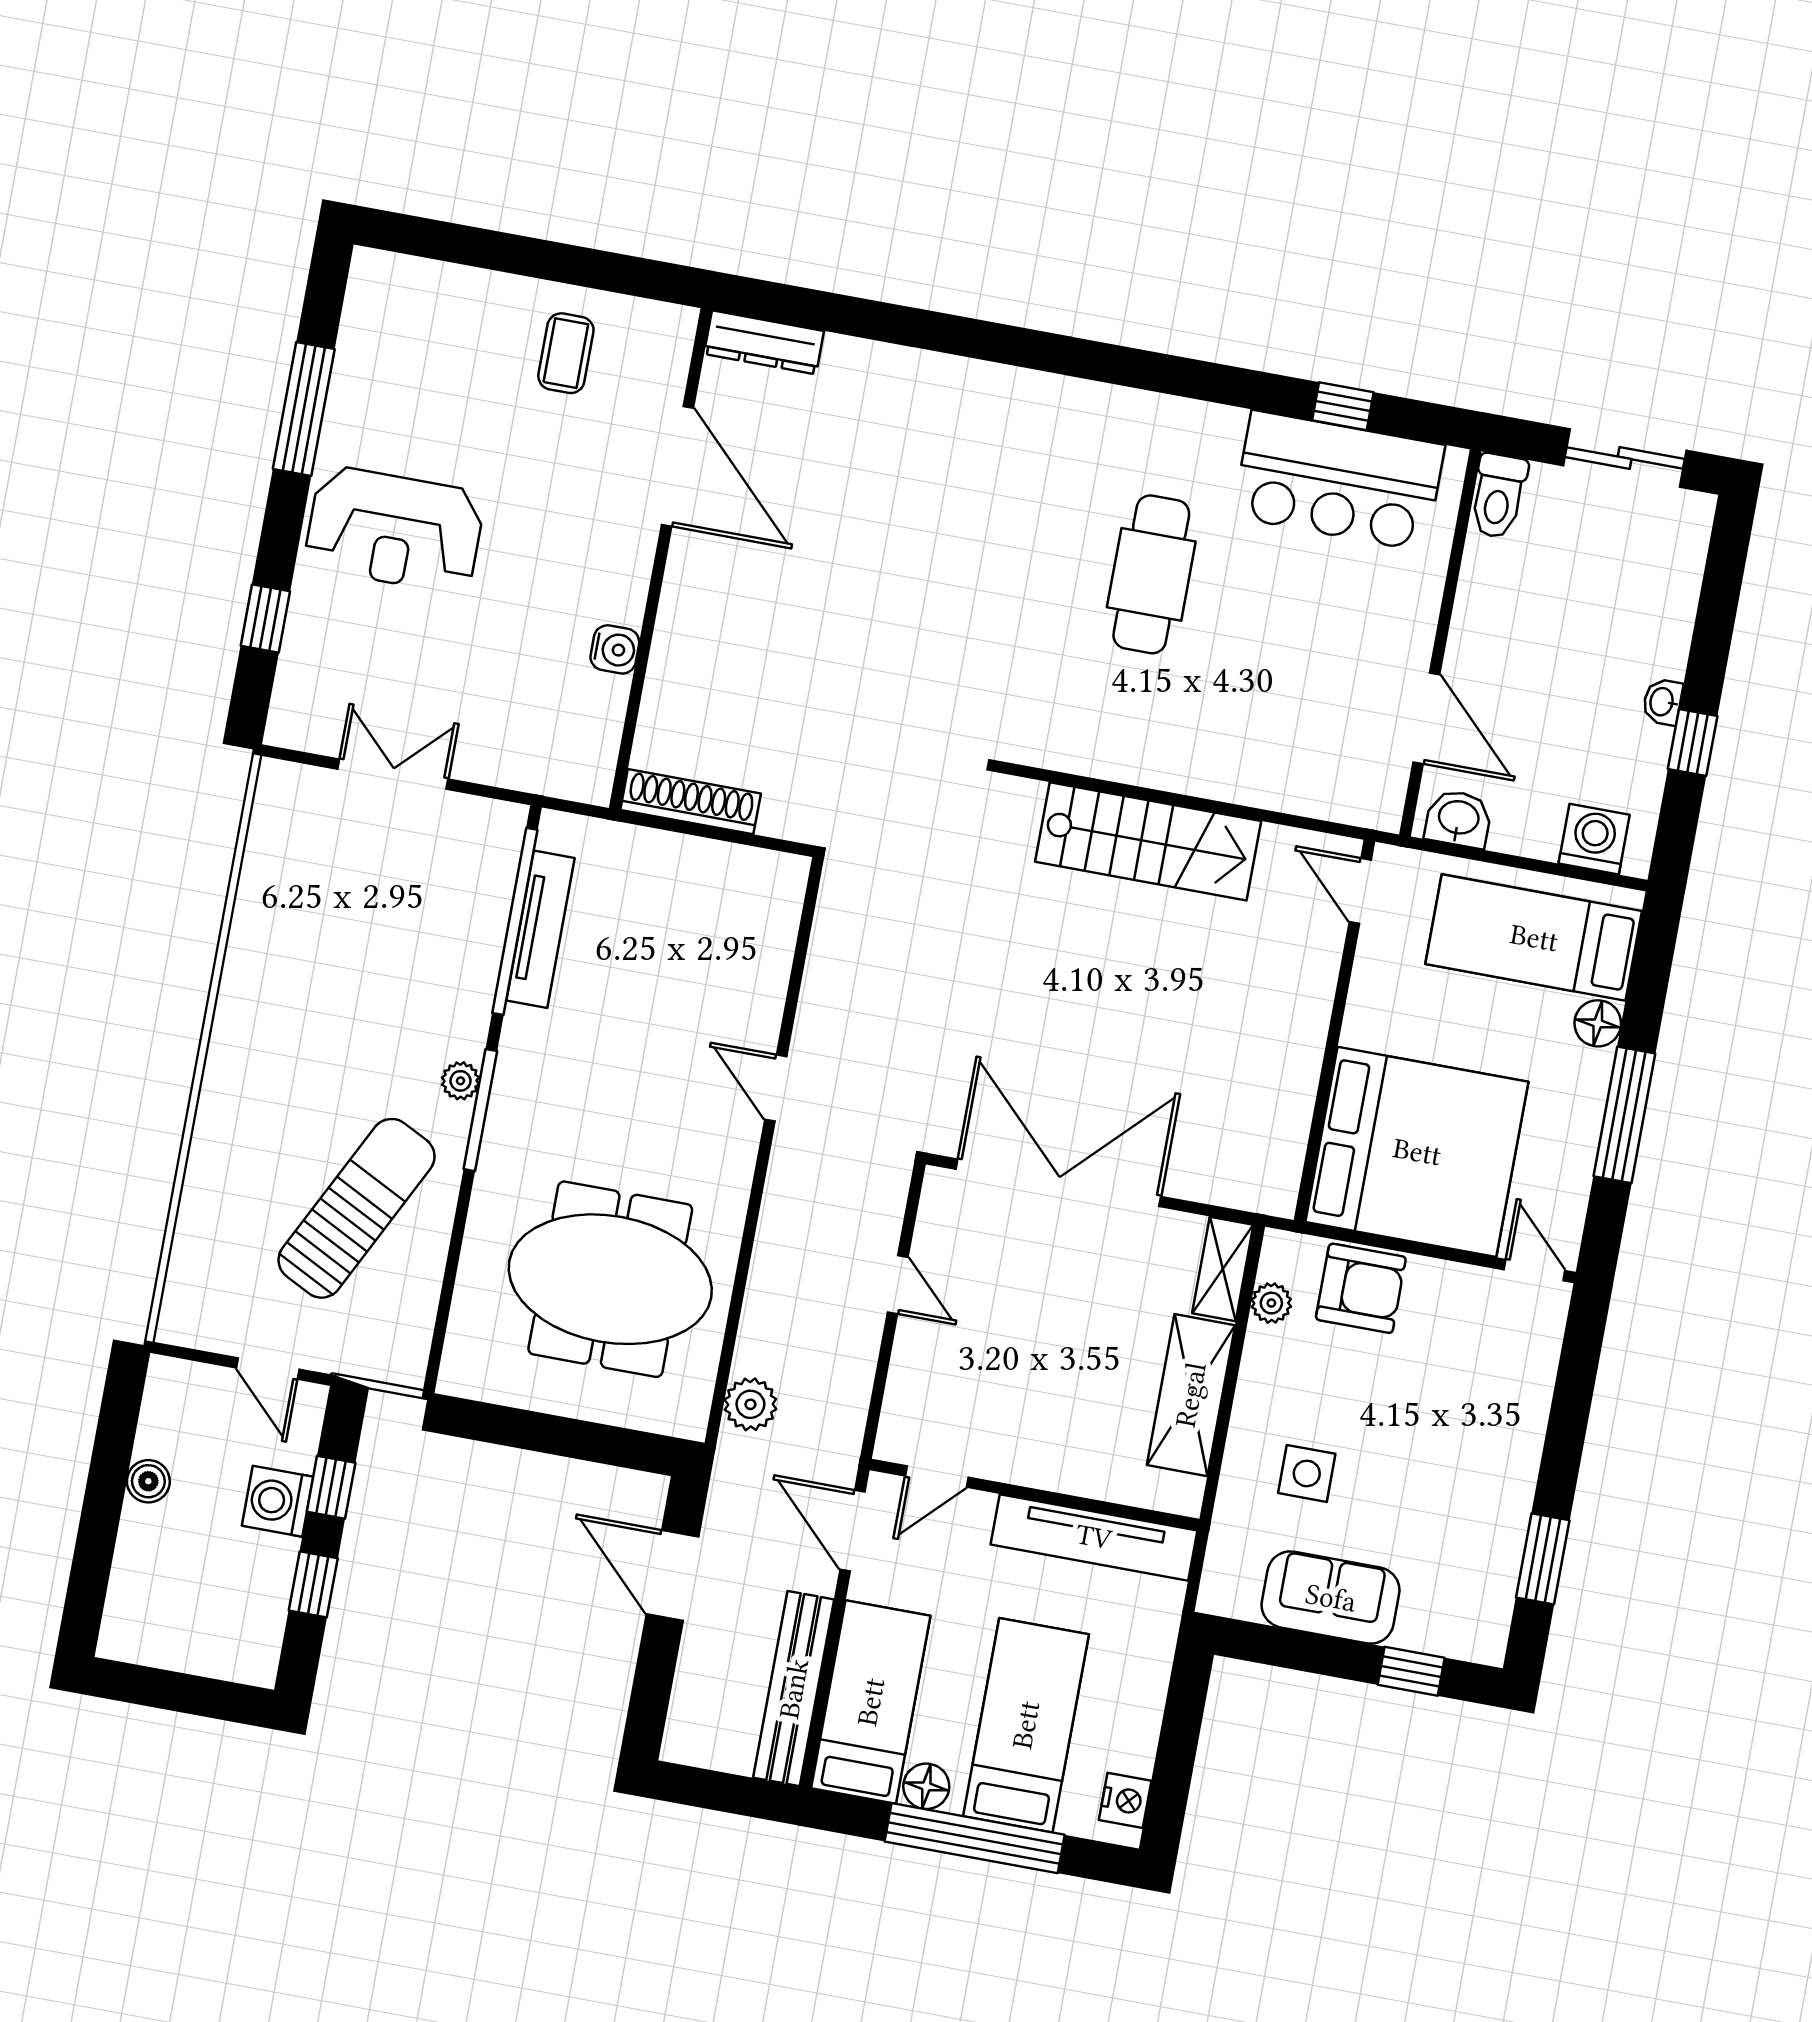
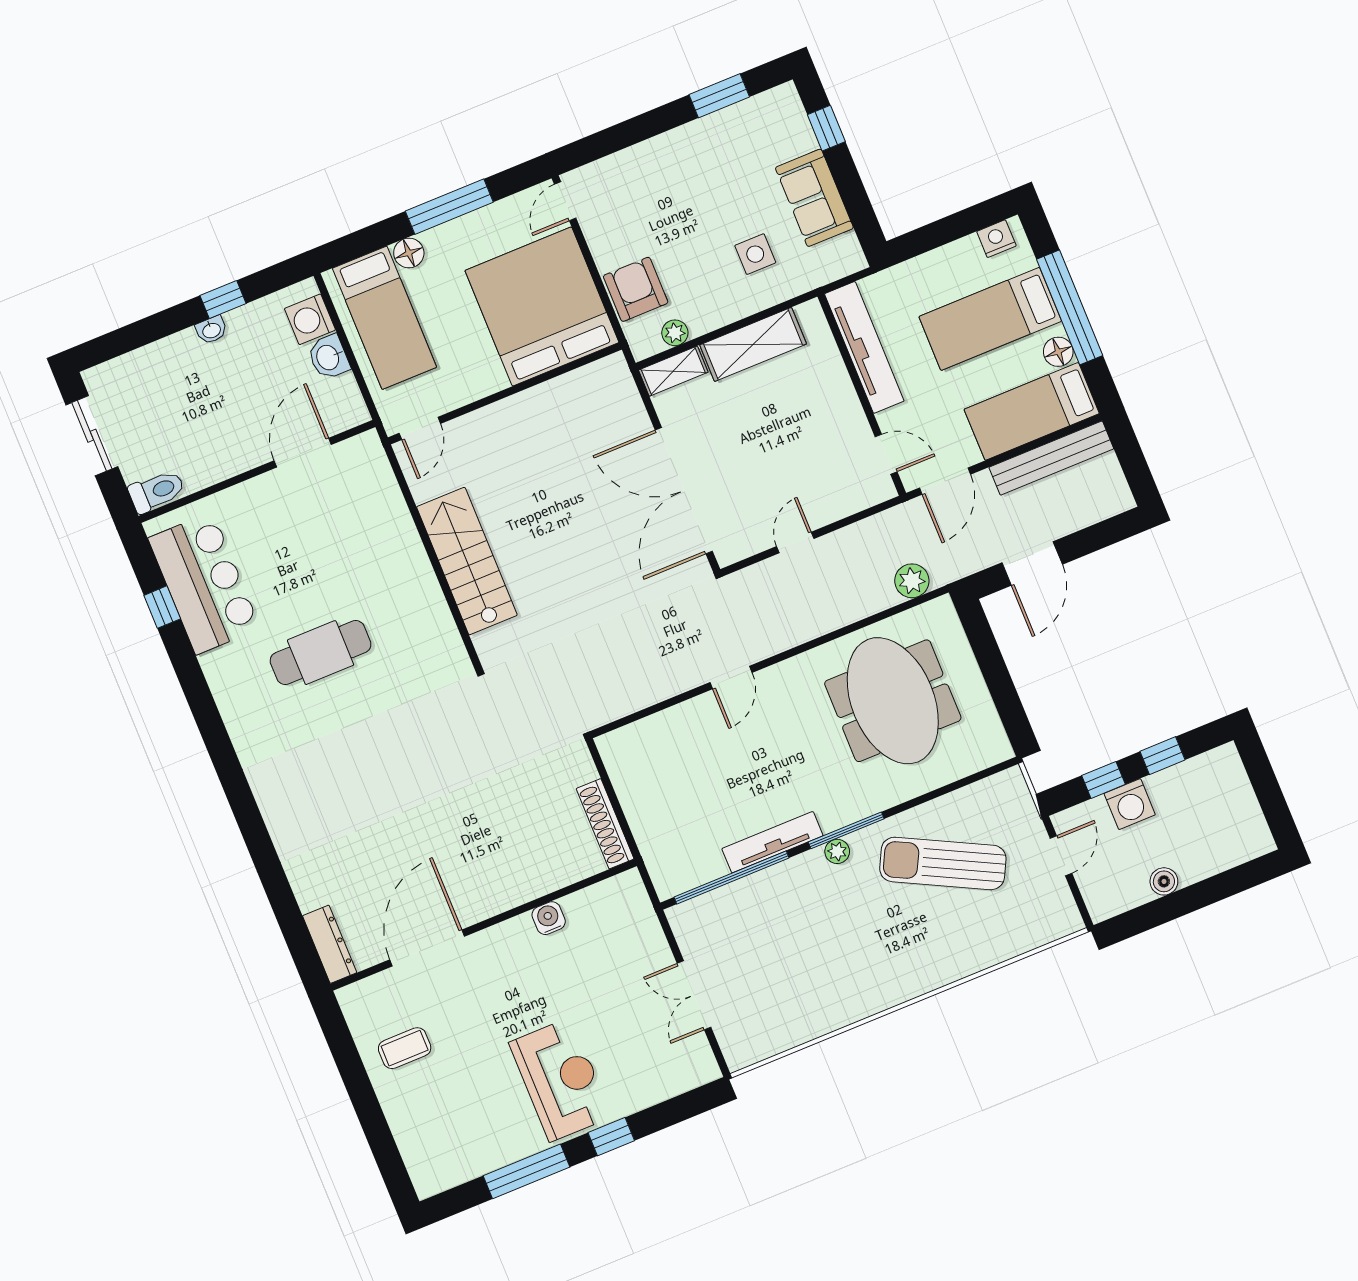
window: (265, 619) -> (611, 1137), moved
washbasin: (1458, 819) -> (329, 357), moved
tv unit: (540, 929) -> (772, 842), moved

